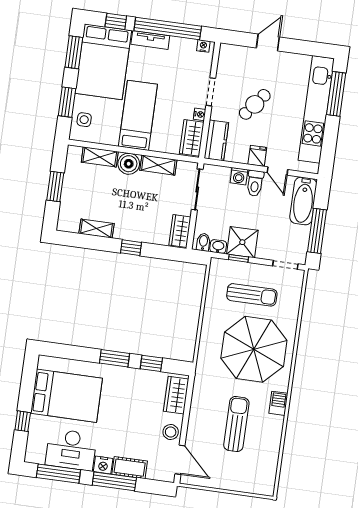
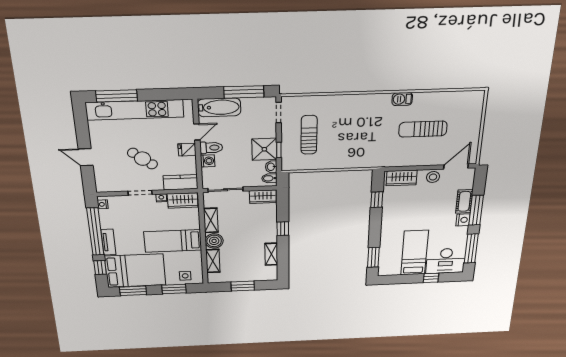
parasol: (254, 349) -> (356, 126), removed
window: (115, 358) -> (373, 257), moved
bed: (66, 396) -> (415, 253), width x0.67
desk: (71, 450) -> (446, 261), moved, turned 90

